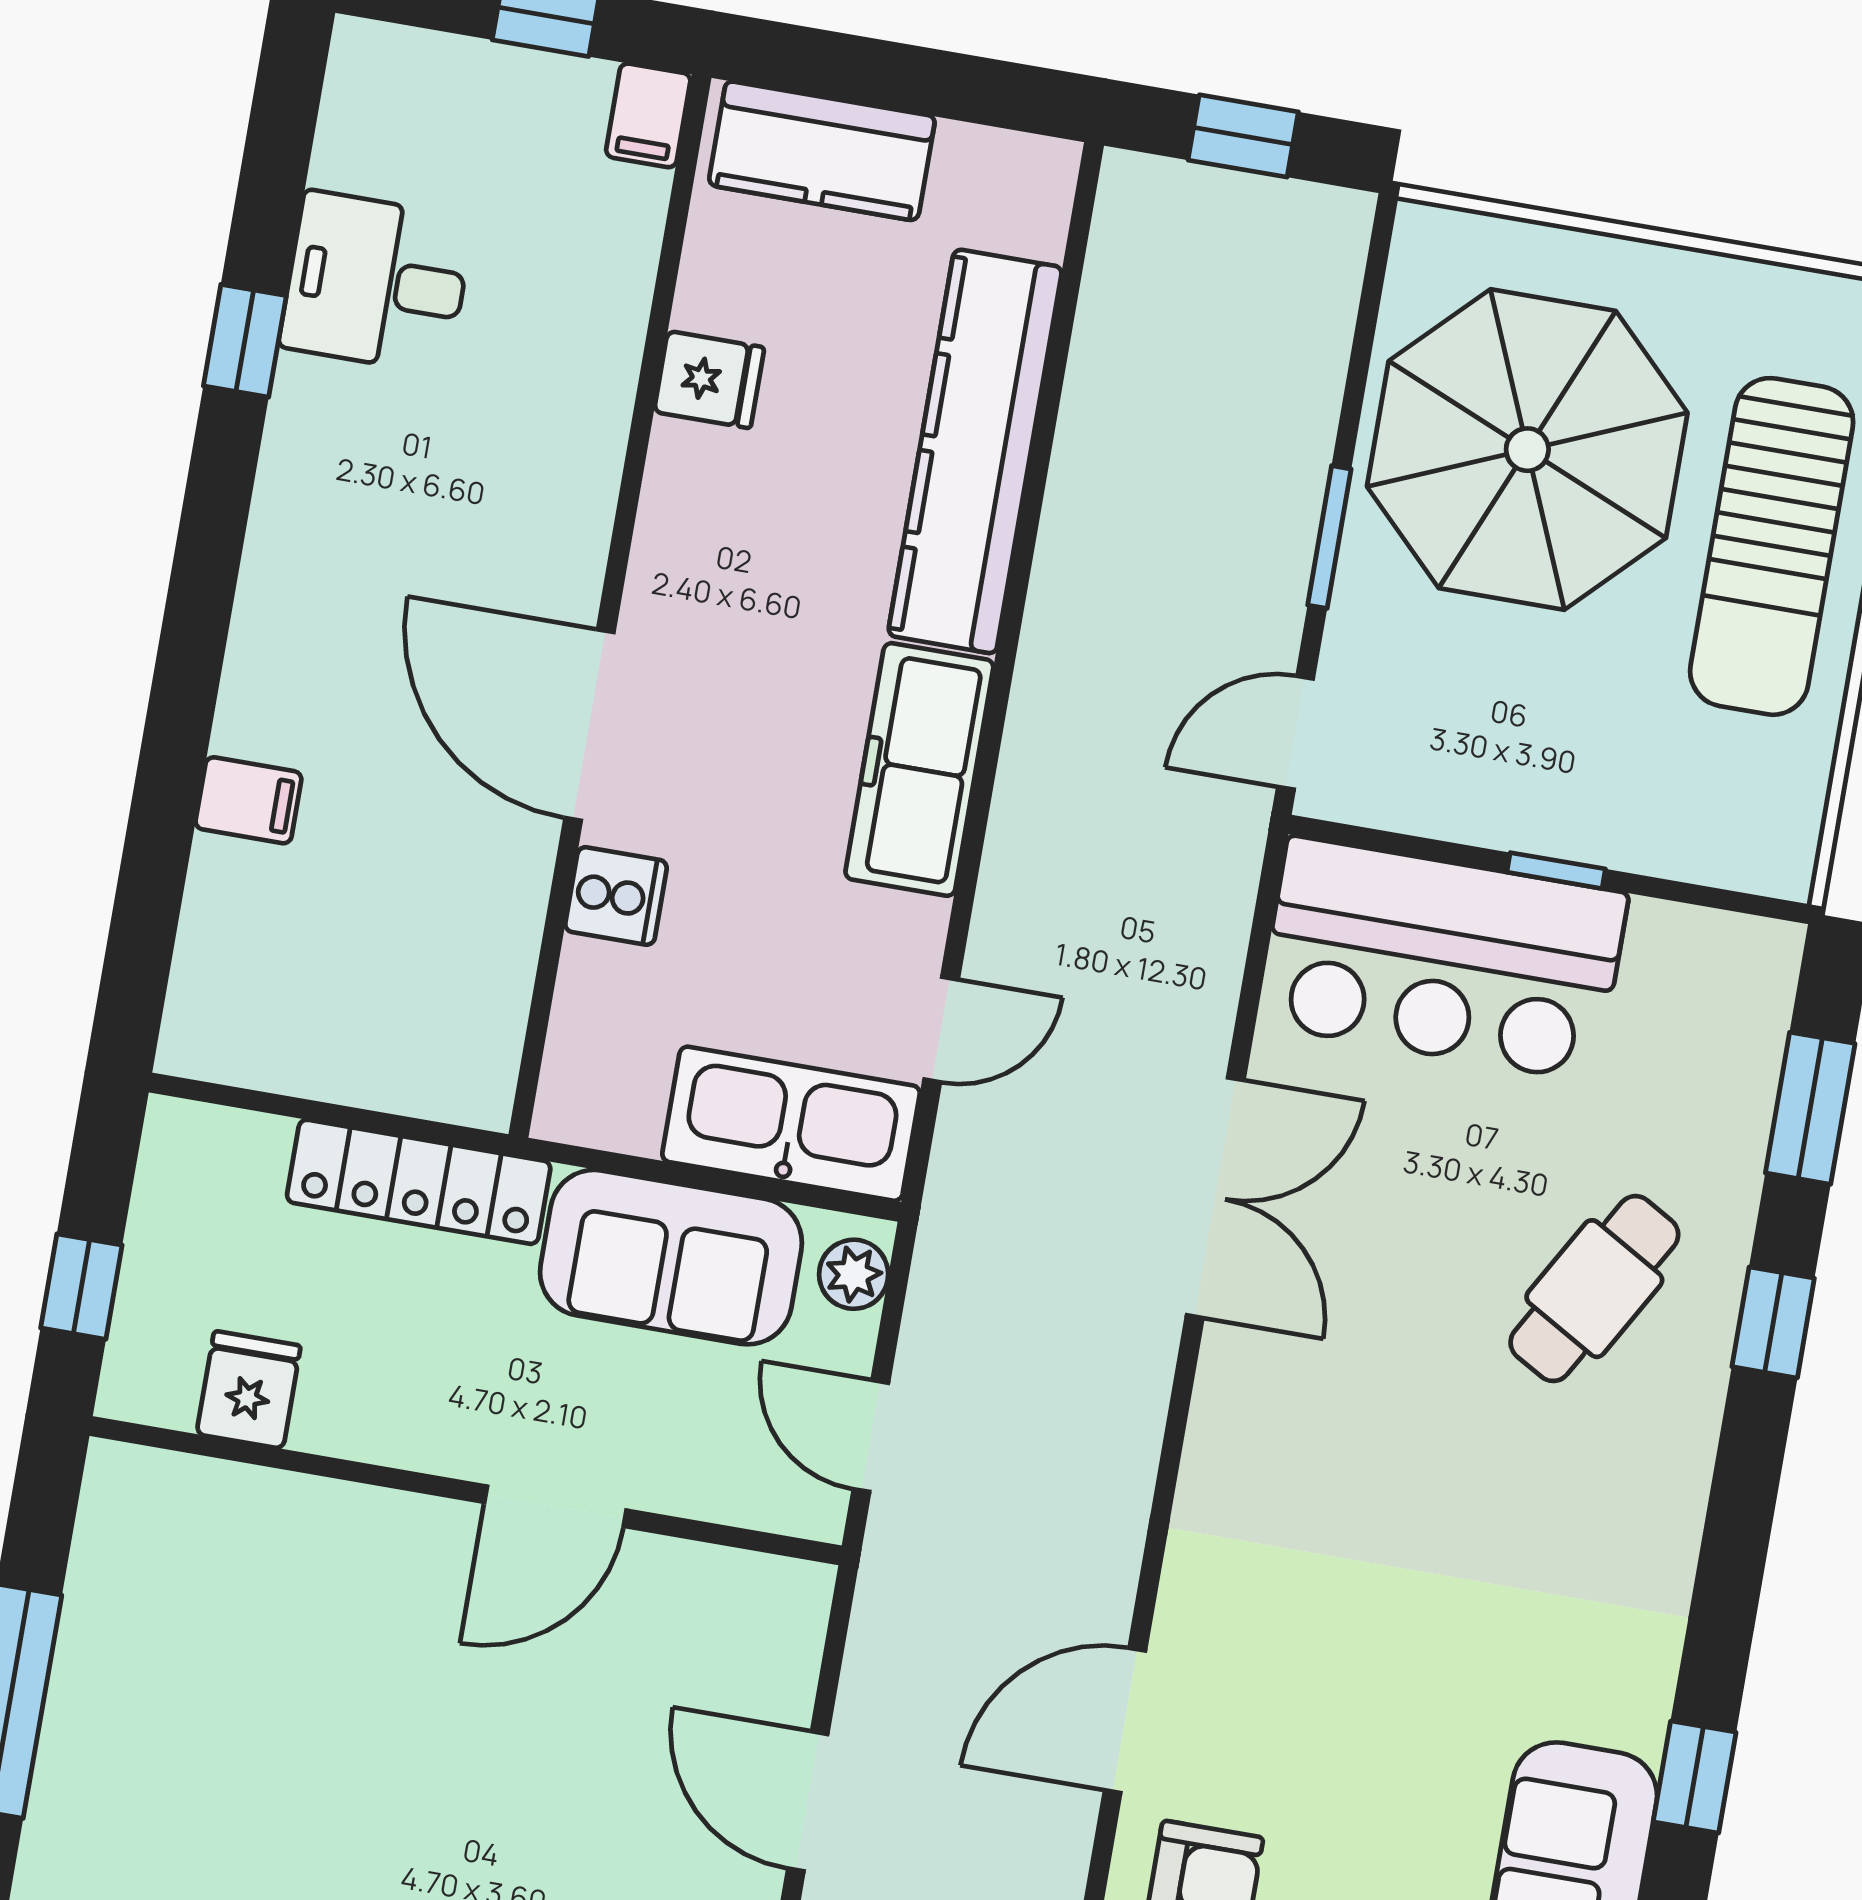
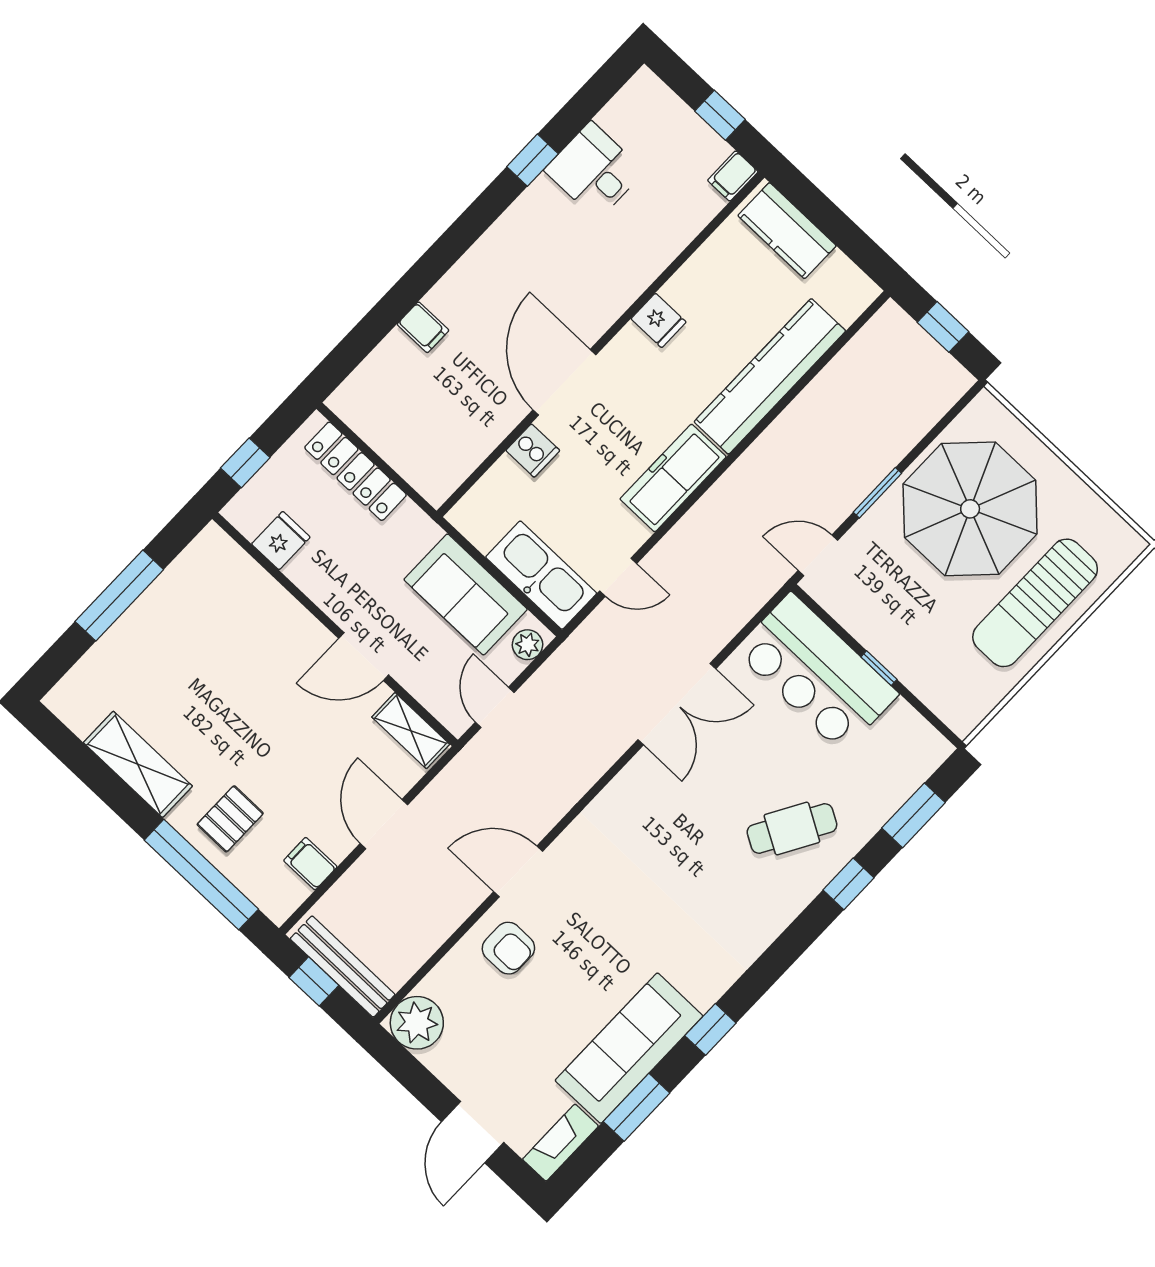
fridge: (709, 380) -> (659, 320), moved
locker: (419, 1182) -> (356, 471), moved
shelving: (740, 1588) -> (411, 731), added

